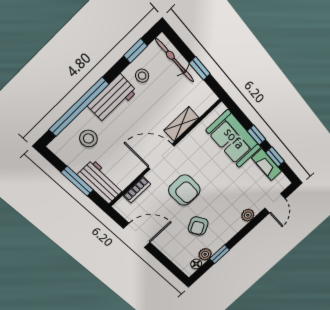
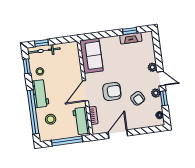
window: (200, 68) -> (41, 43), moved
shelving: (181, 124) -> (76, 69), removed
window: (256, 135) -> (110, 34), removed
sofa: (234, 139) -> (91, 56), moved, turned -90
window: (77, 181) -> (67, 141), width x1.44
workbench: (101, 182) -> (81, 121), moved, turned -90
door: (275, 203) -> (161, 79), moved
plant: (205, 254) -> (156, 93), moved

